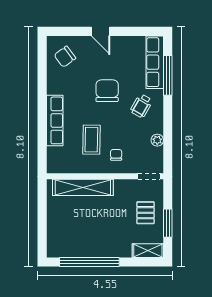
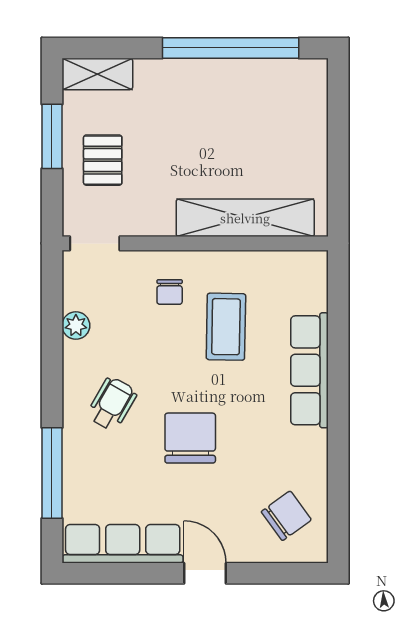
row of seats: (155, 62) -> (123, 544), moved, turned -90
chair: (107, 91) -> (190, 438), turned 180

